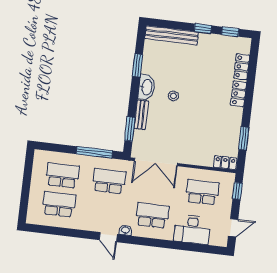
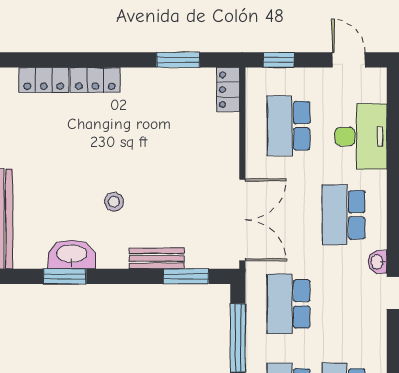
washbasin: (147, 87) -> (72, 254), moved

